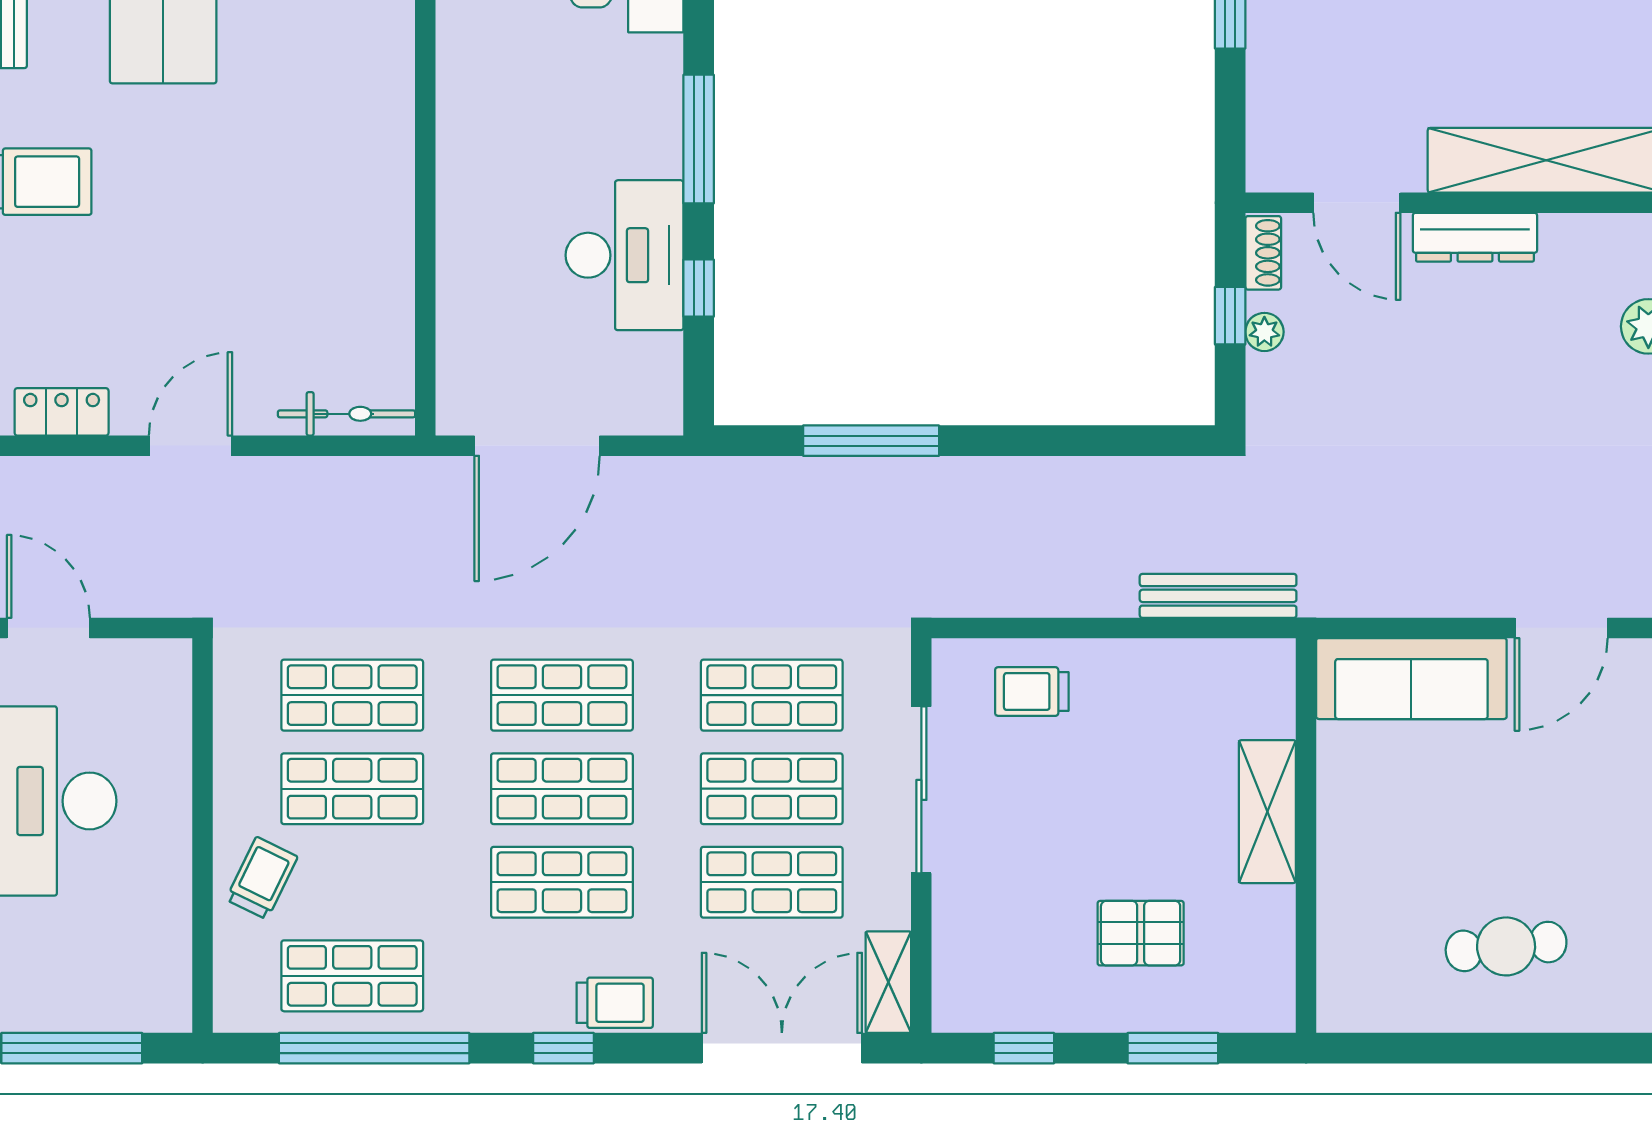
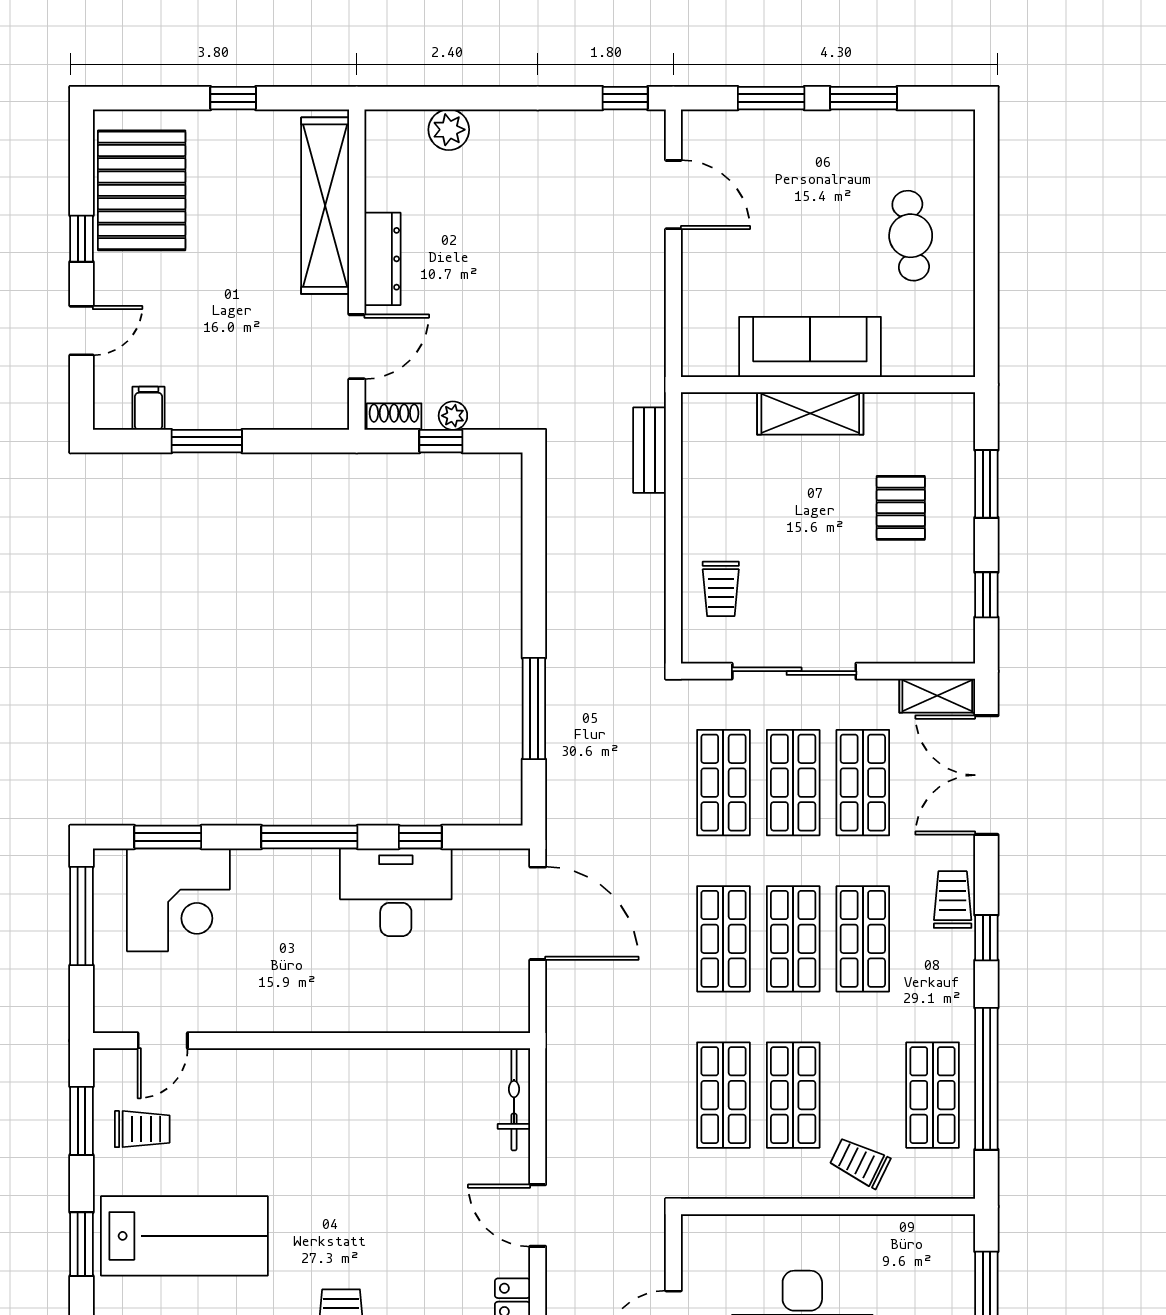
door: (537, 446) -> (538, 913), moved
bench: (1218, 596) -> (650, 450), width x0.73
sofa: (1411, 679) -> (810, 347), moved, turned -90

